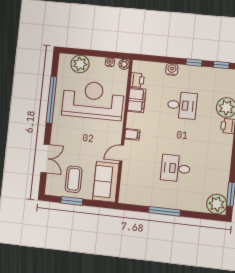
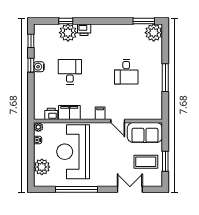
water cooler: (172, 69) -> (39, 67), moved

